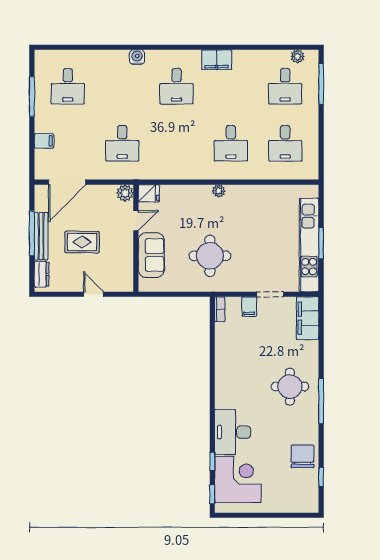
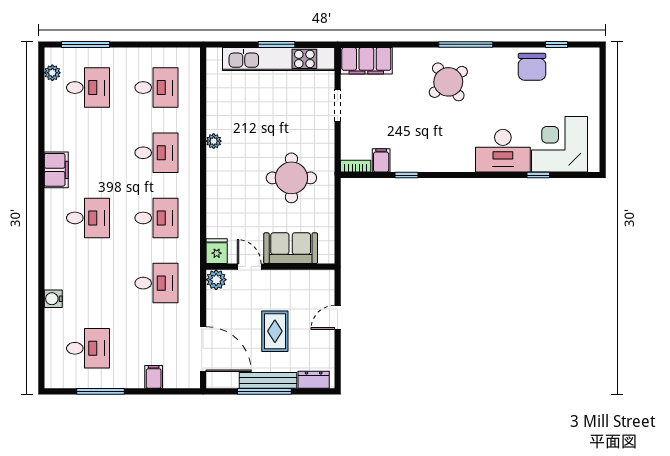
water cooler: (137, 57) -> (53, 299), moved
desk: (177, 143) -> (156, 218), added
plant: (219, 191) -> (214, 141), moved
filing cabinet: (249, 307) -> (381, 160), moved, turned -90
round table: (290, 387) -> (448, 82), turned -37
chair: (302, 456) -> (532, 67), turned -90
window: (212, 494) -> (406, 175), moved

